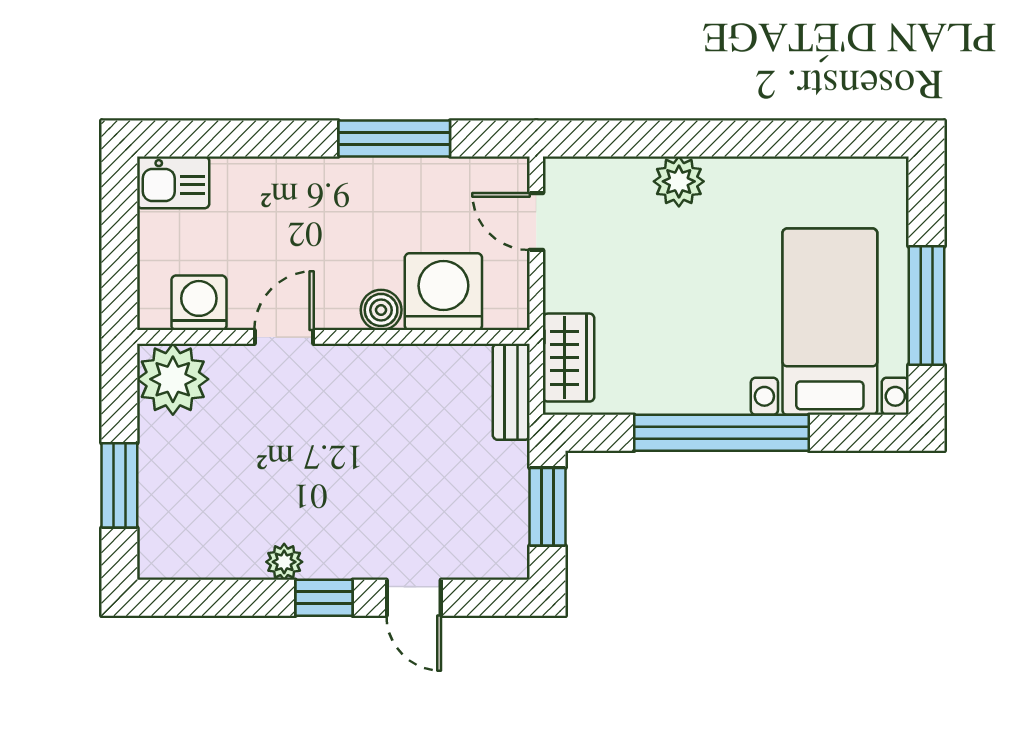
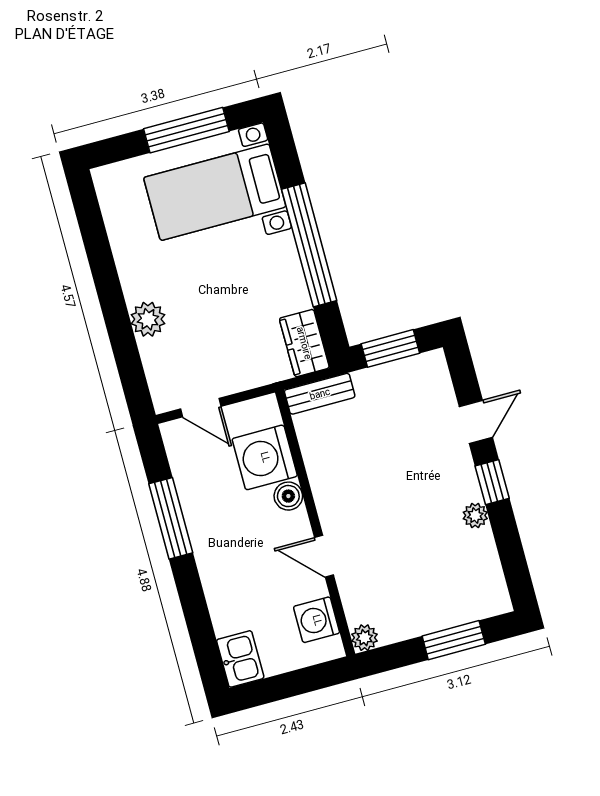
door: (536, 222) -> (201, 408), hinge flipped
wardrobe: (569, 358) -> (304, 343), moved, turned -90
plant: (173, 379) -> (364, 638), width x0.53, depth x0.53

